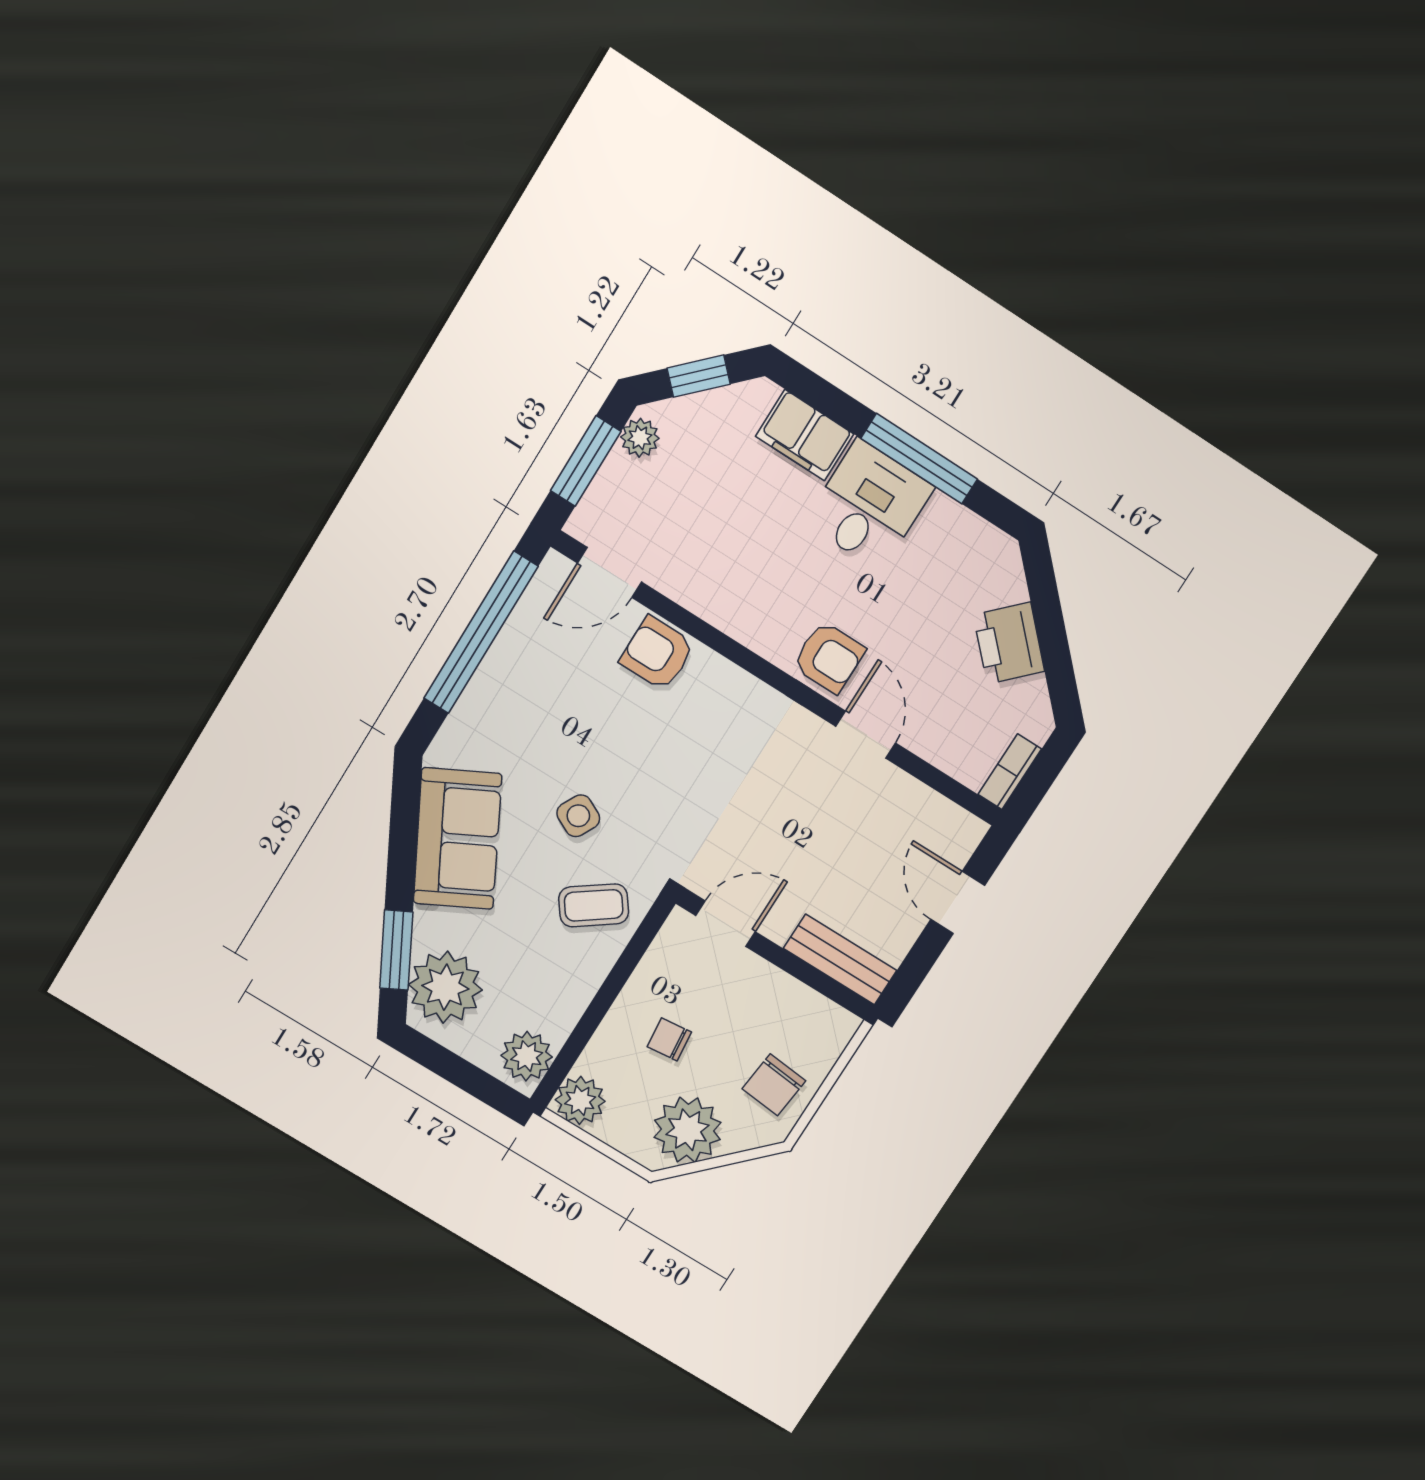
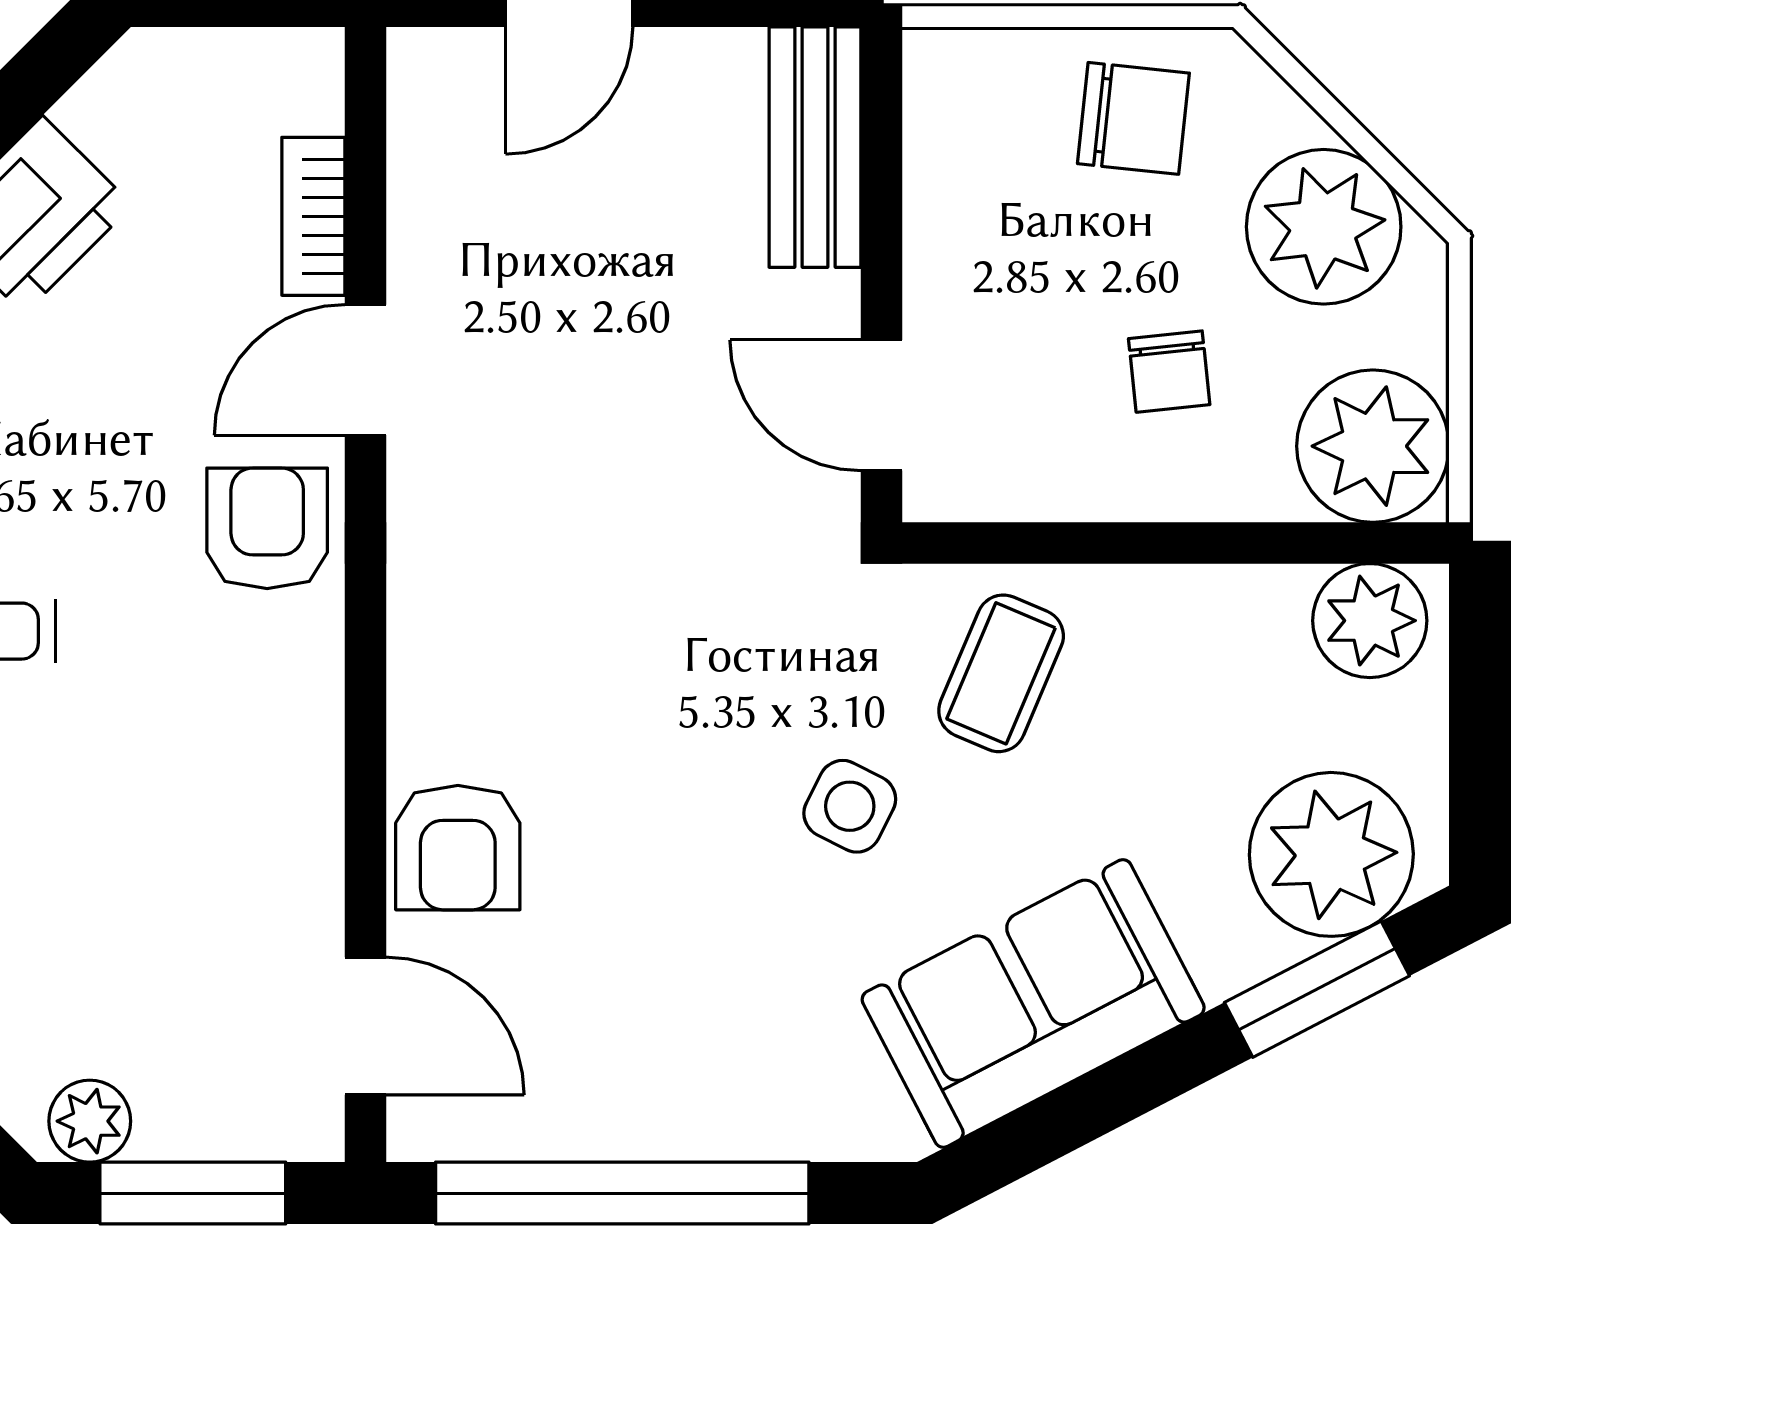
bookcase: (1010, 772) -> (313, 216), moved, turned 90
coffee table: (594, 905) -> (1001, 673), turned 59
plant: (580, 1100) -> (1373, 446), width x1.36, depth x1.36

